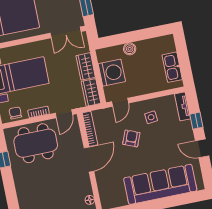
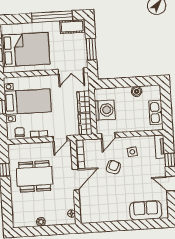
boiler: (130, 49) -> (137, 91), moved
dining table: (36, 143) -> (35, 176), moved
sofa: (160, 184) -> (146, 210), width x0.54, depth x0.79

